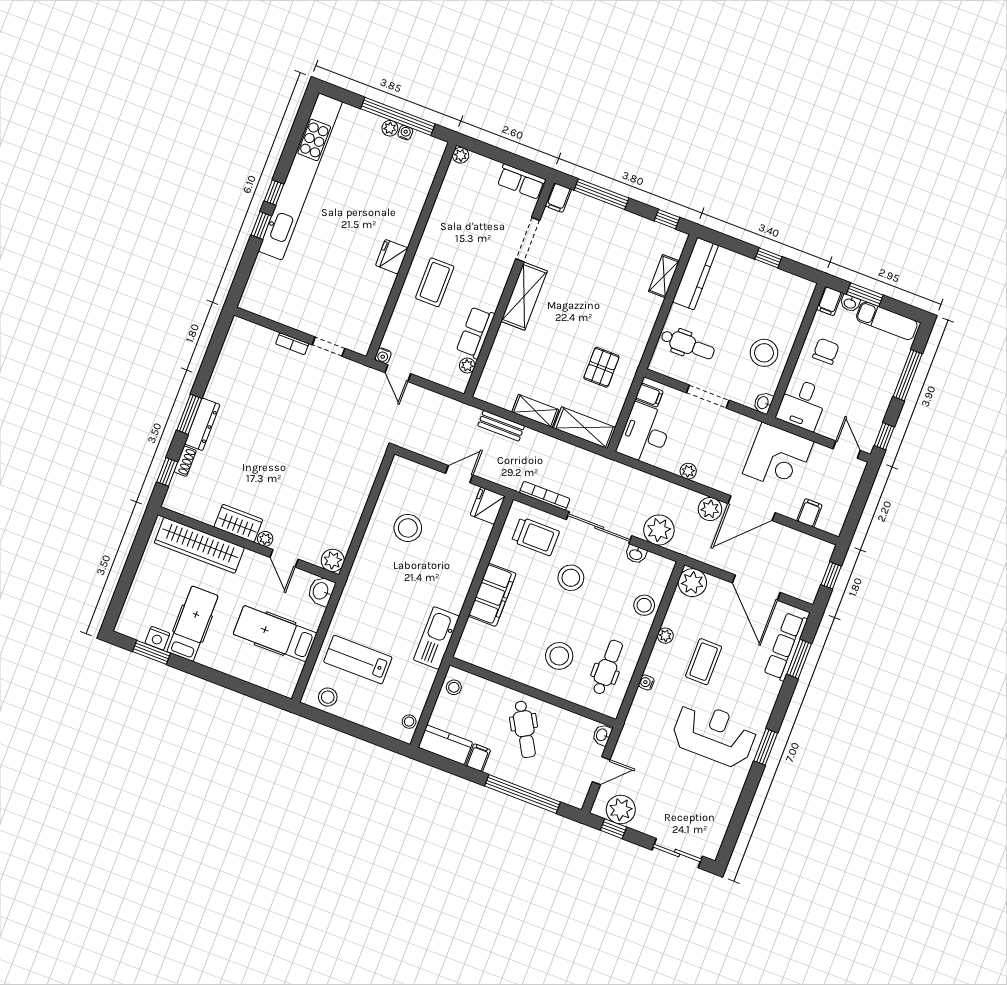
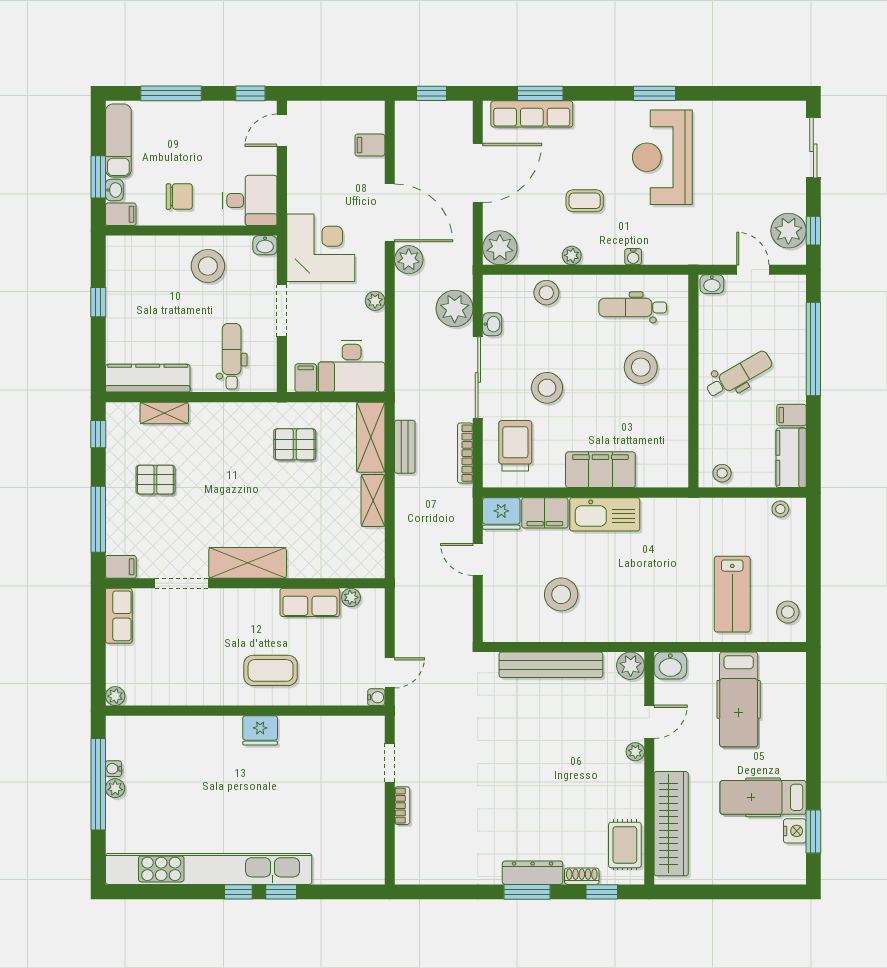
pallet: (615, 250) -> (155, 480), added
chair: (826, 351) -> (179, 197), turned 180
bench: (501, 426) -> (405, 447), moved
corner desk: (778, 458) -> (321, 248), moved
bench: (357, 499) -> (551, 665), added
rug: (197, 503) -> (625, 845), added
wardrobe: (238, 523) -> (629, 789), removed
filing cabinet: (475, 539) -> (545, 513), added
kitchen sink: (436, 638) -> (605, 514), moved
coffee table: (704, 662) -> (585, 201), width x0.73, depth x0.77

